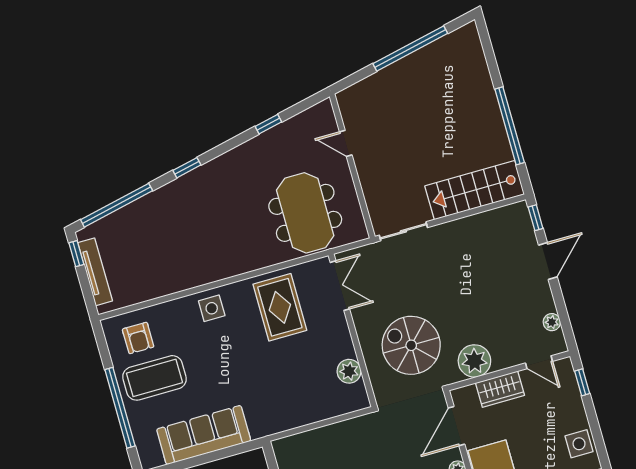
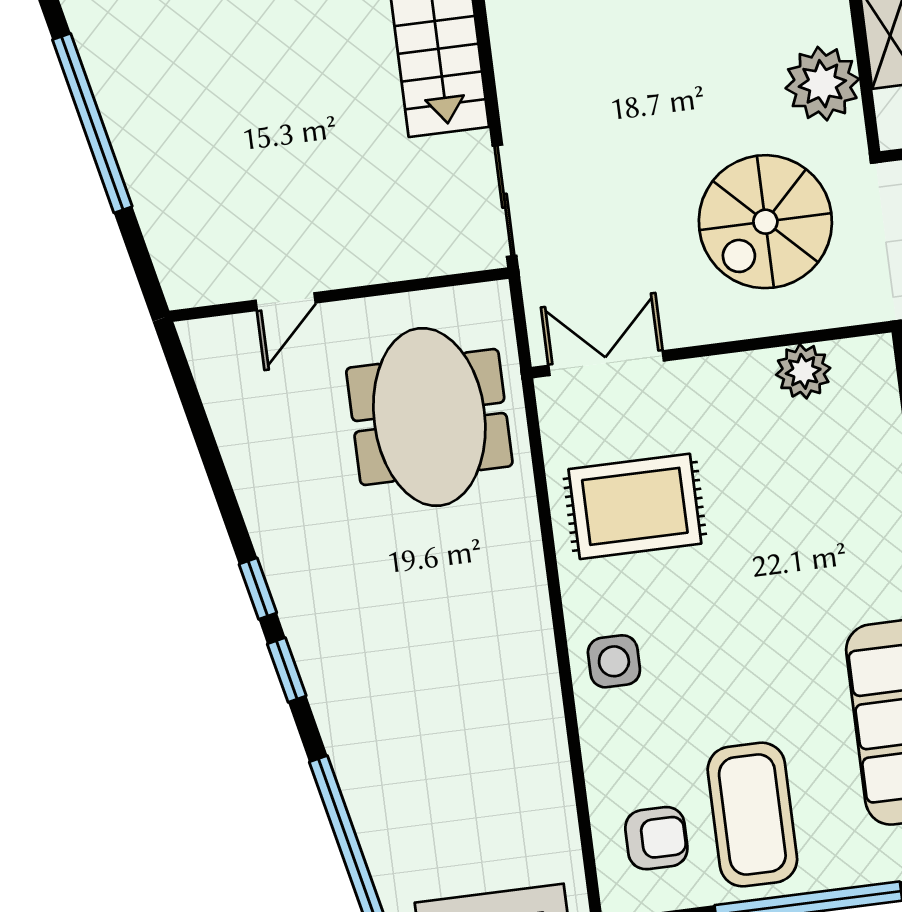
window: (268, 124) -> (258, 589), moved
meeting table: (305, 213) -> (429, 417), turned 90

